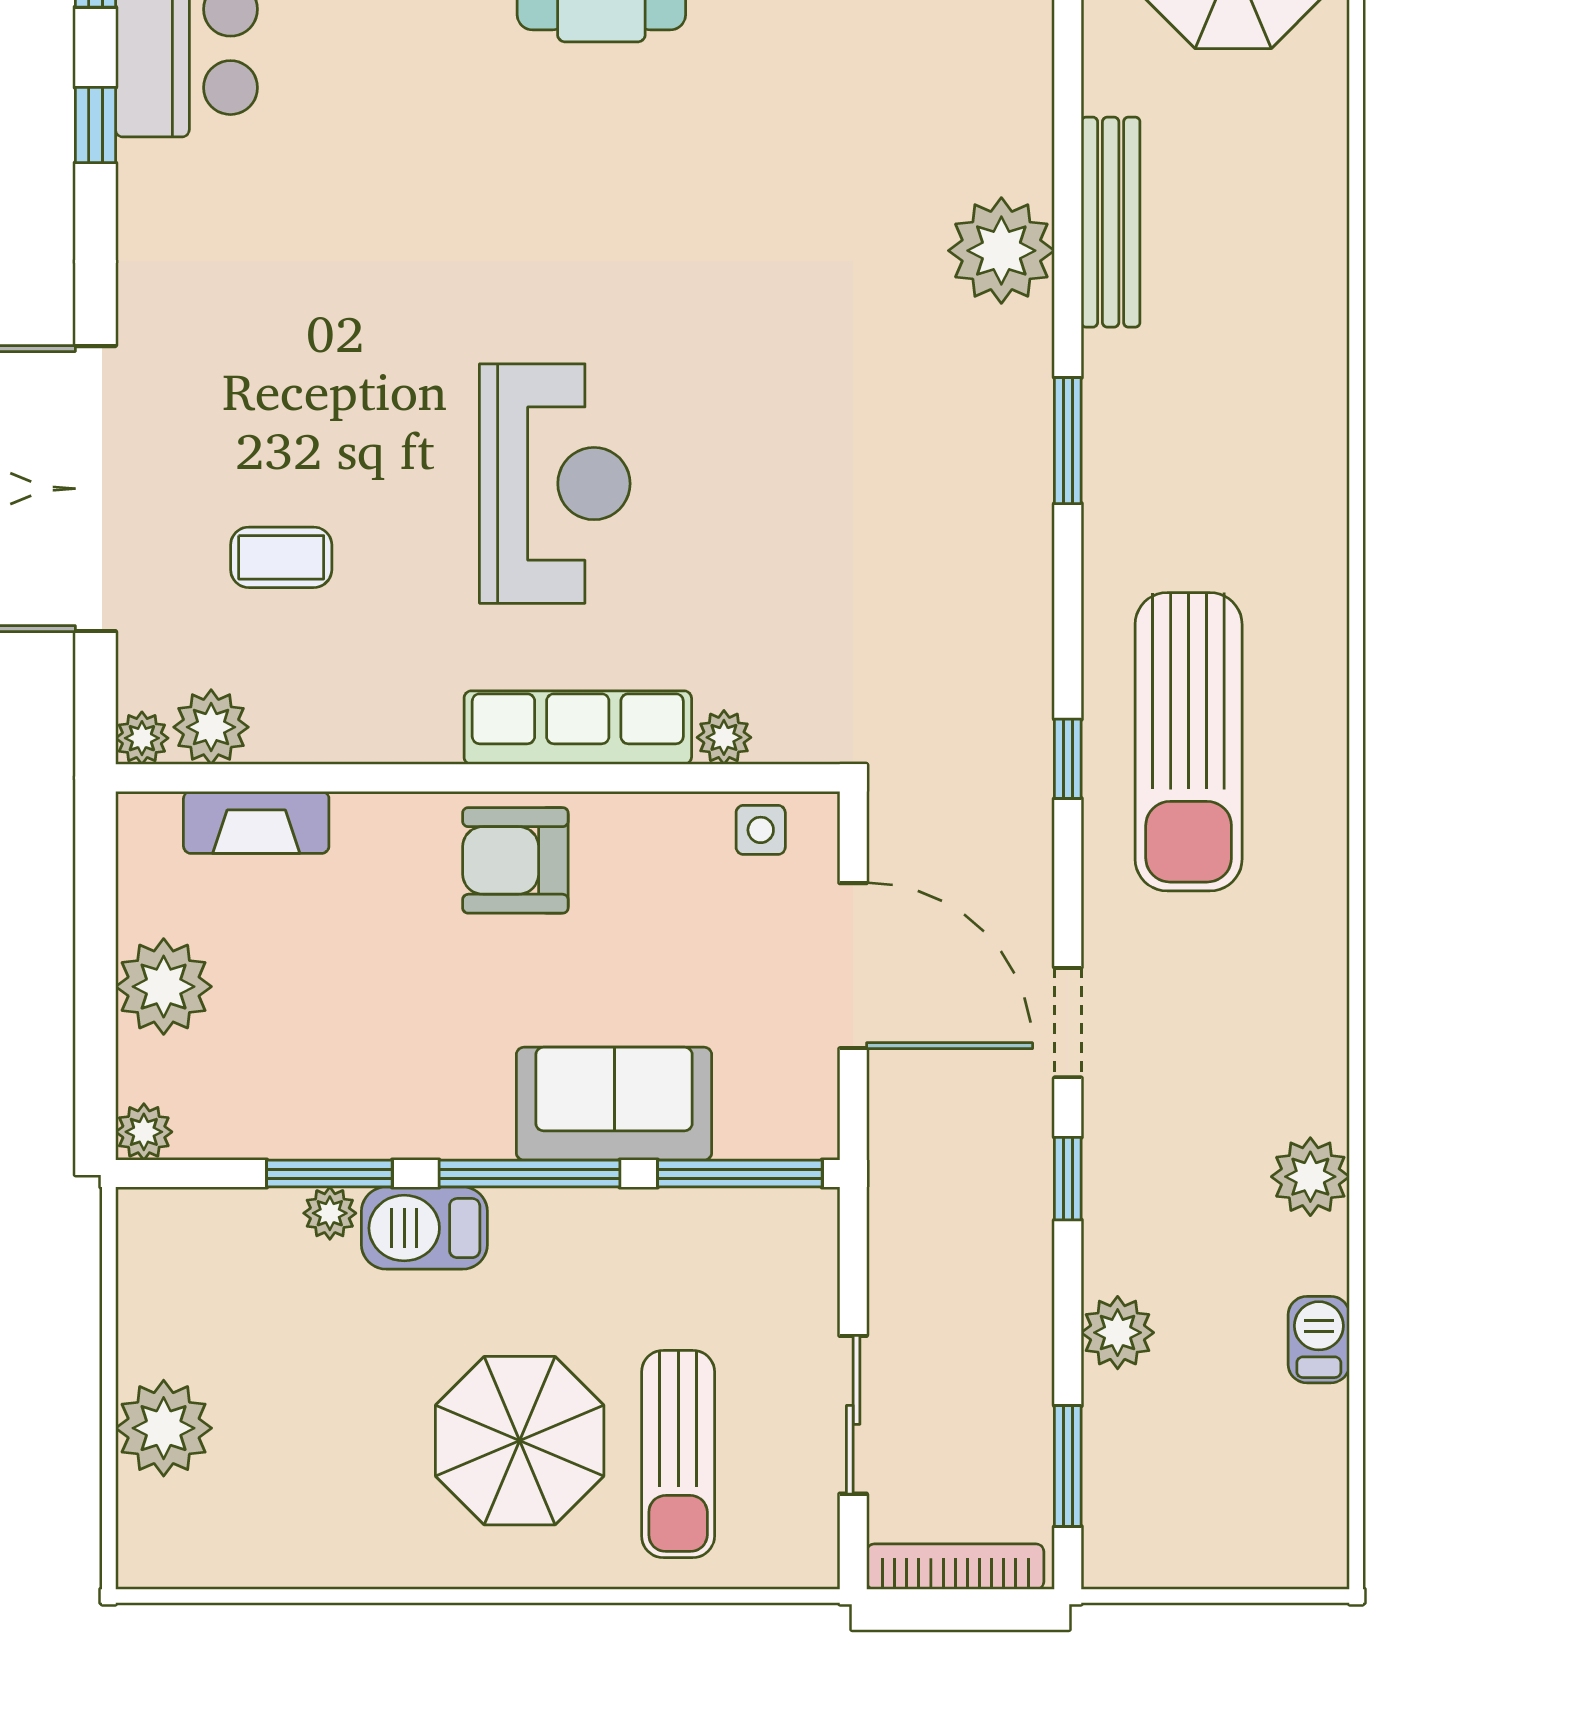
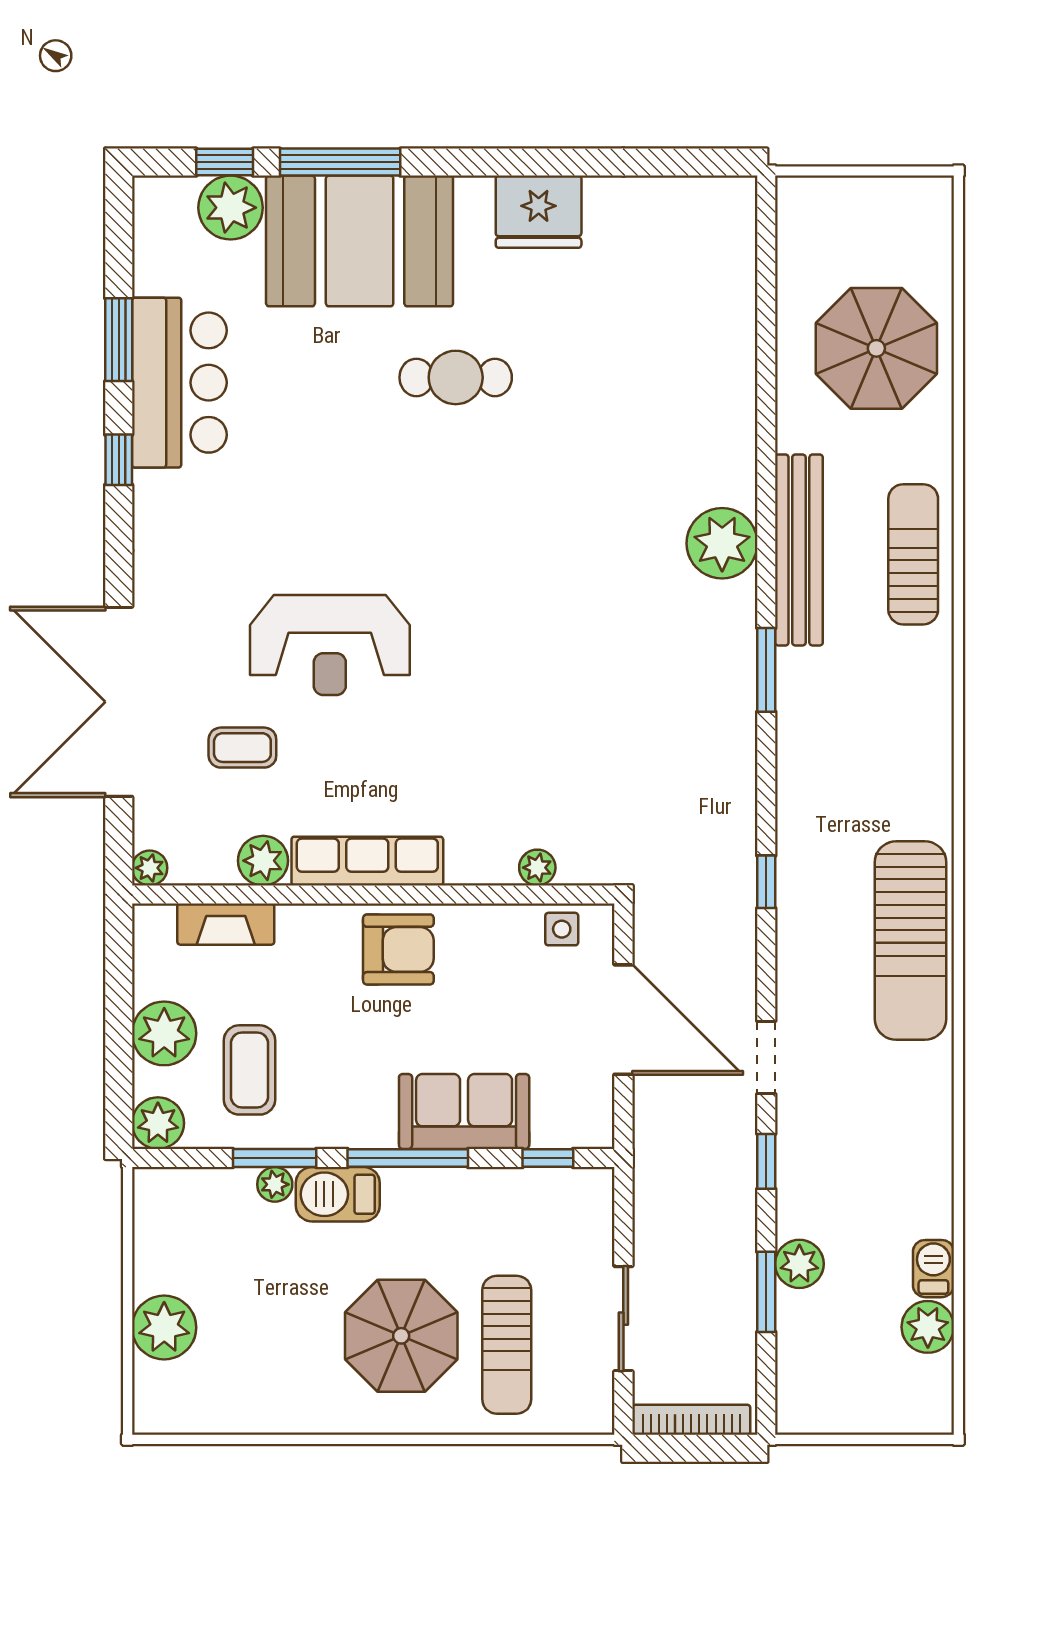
bench: (1111, 222) -> (799, 550), width x1.37, depth x1.21
sun lounger: (1288, 267) -> (913, 554), added
reception desk: (555, 484) -> (330, 645), moved, turned 90
plant: (211, 727) -> (263, 861), moved
row of seats: (578, 728) -> (367, 861), moved
sun lounger: (1189, 742) -> (910, 941), moved
armchair: (515, 860) -> (398, 949), turned 180
coffee table: (292, 1041) -> (249, 1070), added
plant: (144, 1132) -> (158, 1123), width x1.38, depth x1.38
window: (740, 1174) -> (548, 1158), width x0.46
plant: (1310, 1177) -> (928, 1327), moved
window: (1068, 1466) -> (766, 1292), moved

